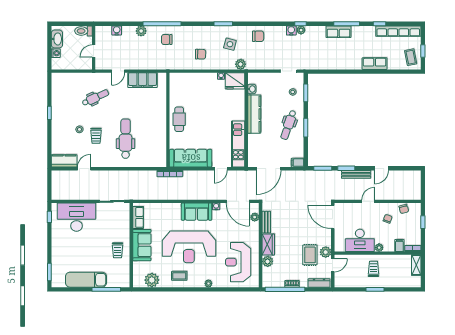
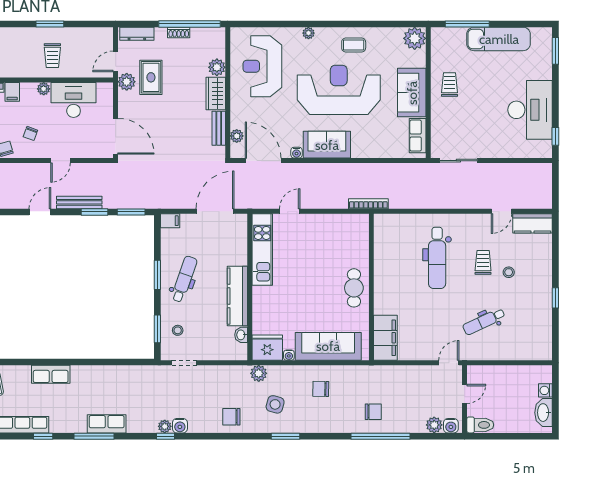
toilet: (83, 31) -> (480, 425), moved
plant: (141, 31) -> (434, 425), moved
wall: (94, 48) -> (465, 399), moved
door: (94, 51) -> (465, 394), moved
filing cabinet: (143, 80) -> (385, 338), moved, turned 90
sofa: (191, 158) -> (328, 346), moved, turned 180
desk: (77, 217) -> (530, 110), moved, turned -90
reception desk: (238, 262) -> (262, 66), turned 180
plant: (152, 280) -> (415, 38), moved

